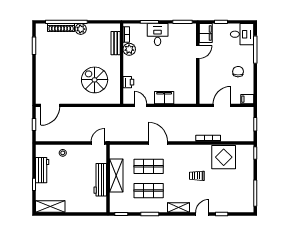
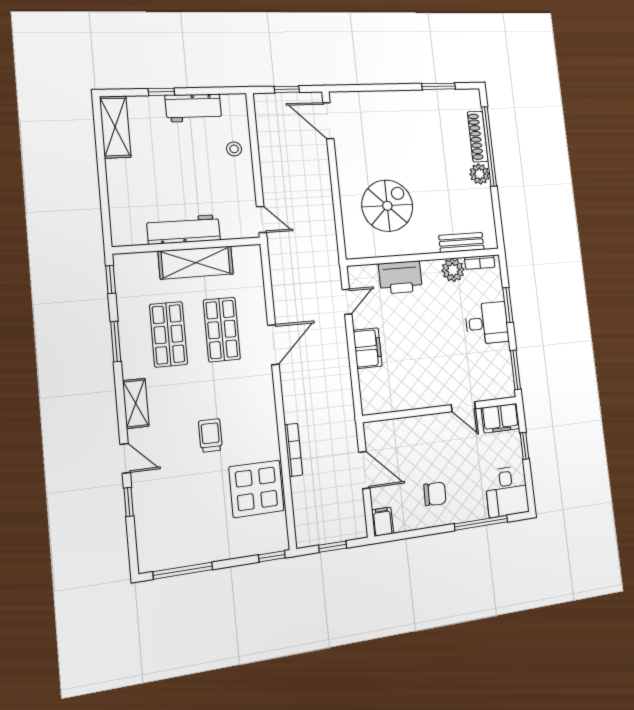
printer: (128, 82) -> (400, 277), width x1.87, depth x1.48

